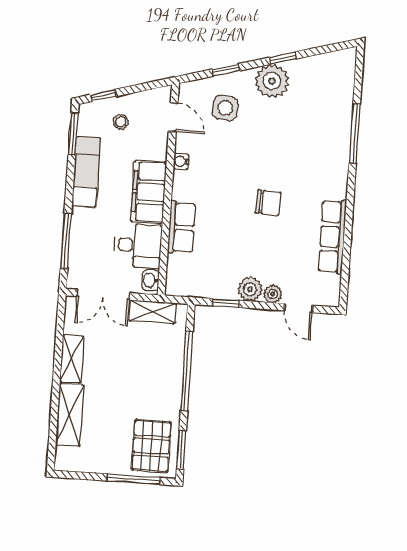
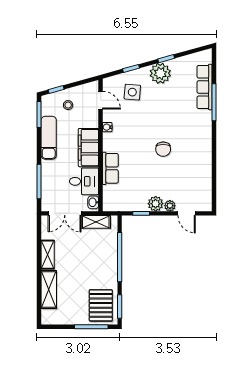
chair: (268, 203) -> (163, 149), turned 87
row of seats: (332, 237) -> (204, 87), moved

